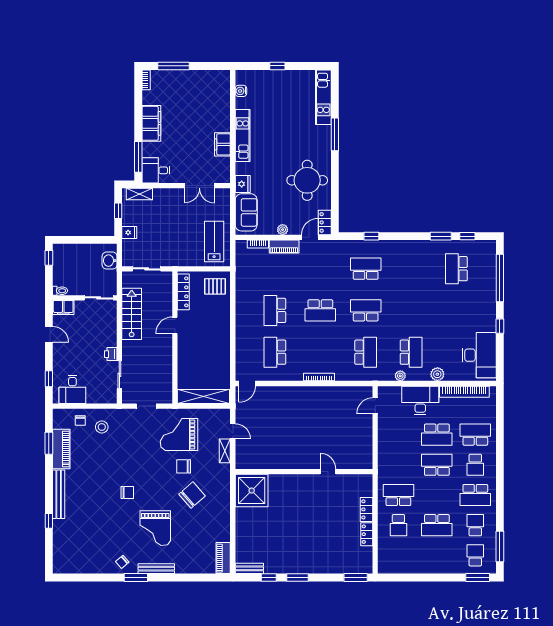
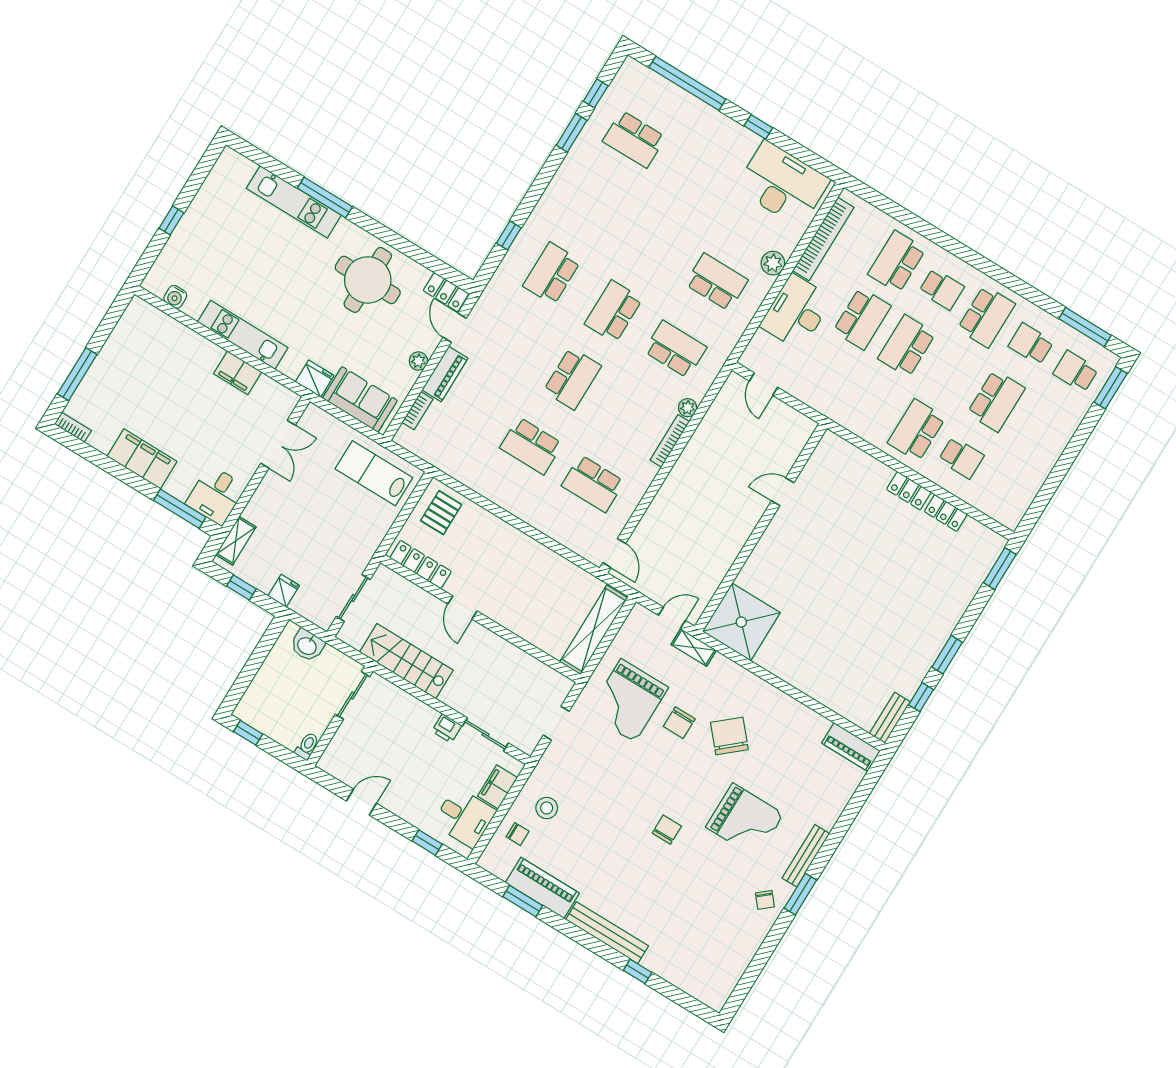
kitchen unit: (323, 97) -> (294, 202), moved
filing cabinet: (63, 307) -> (498, 787), moved, turned 180
plant: (400, 376) -> (688, 408), moved
wall: (304, 472) -> (761, 527), moved
door: (328, 472) -> (783, 492), moved
shower: (252, 491) -> (741, 622), moved

